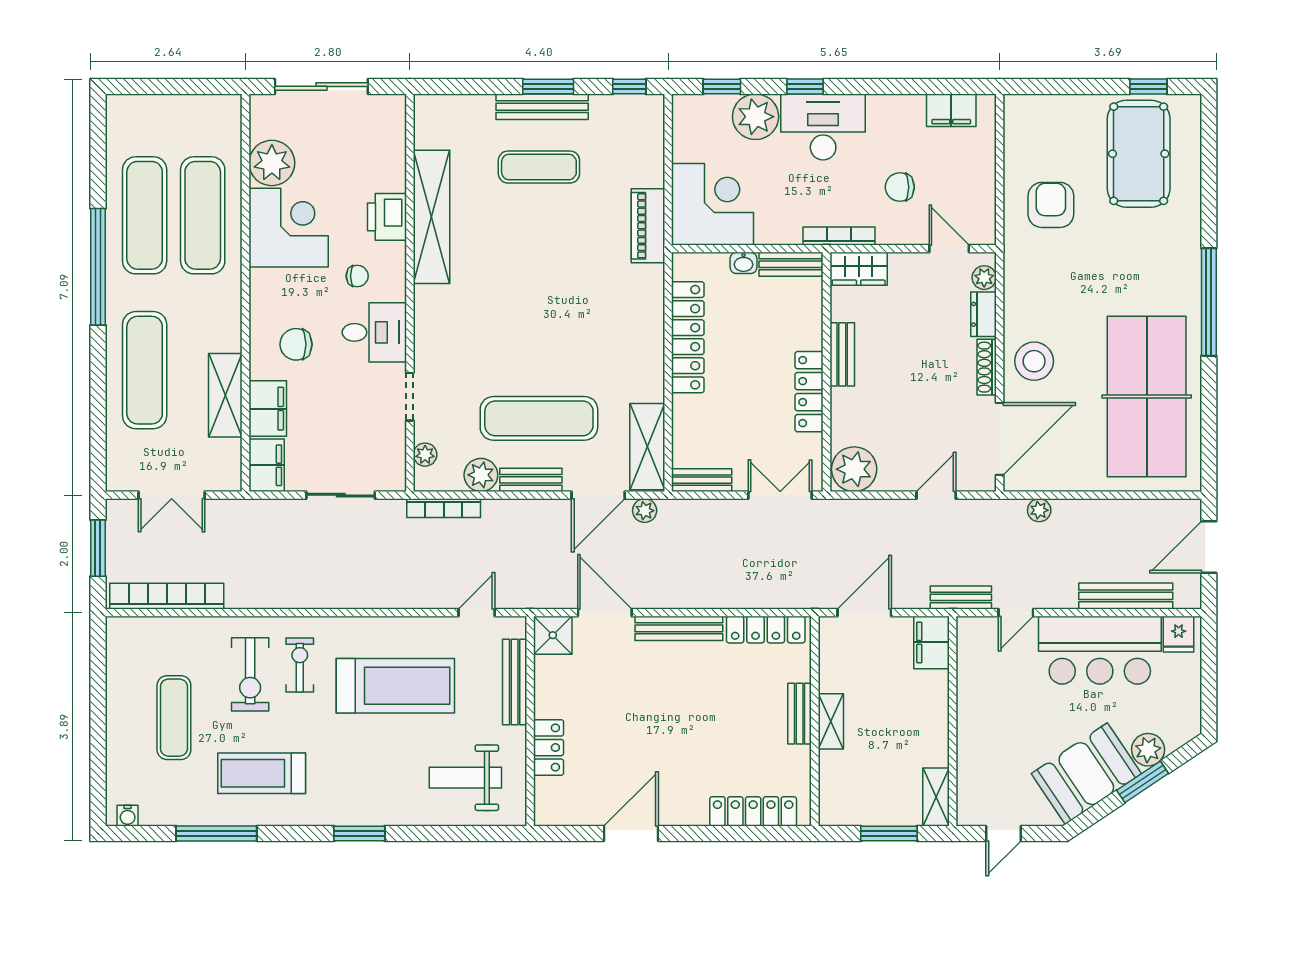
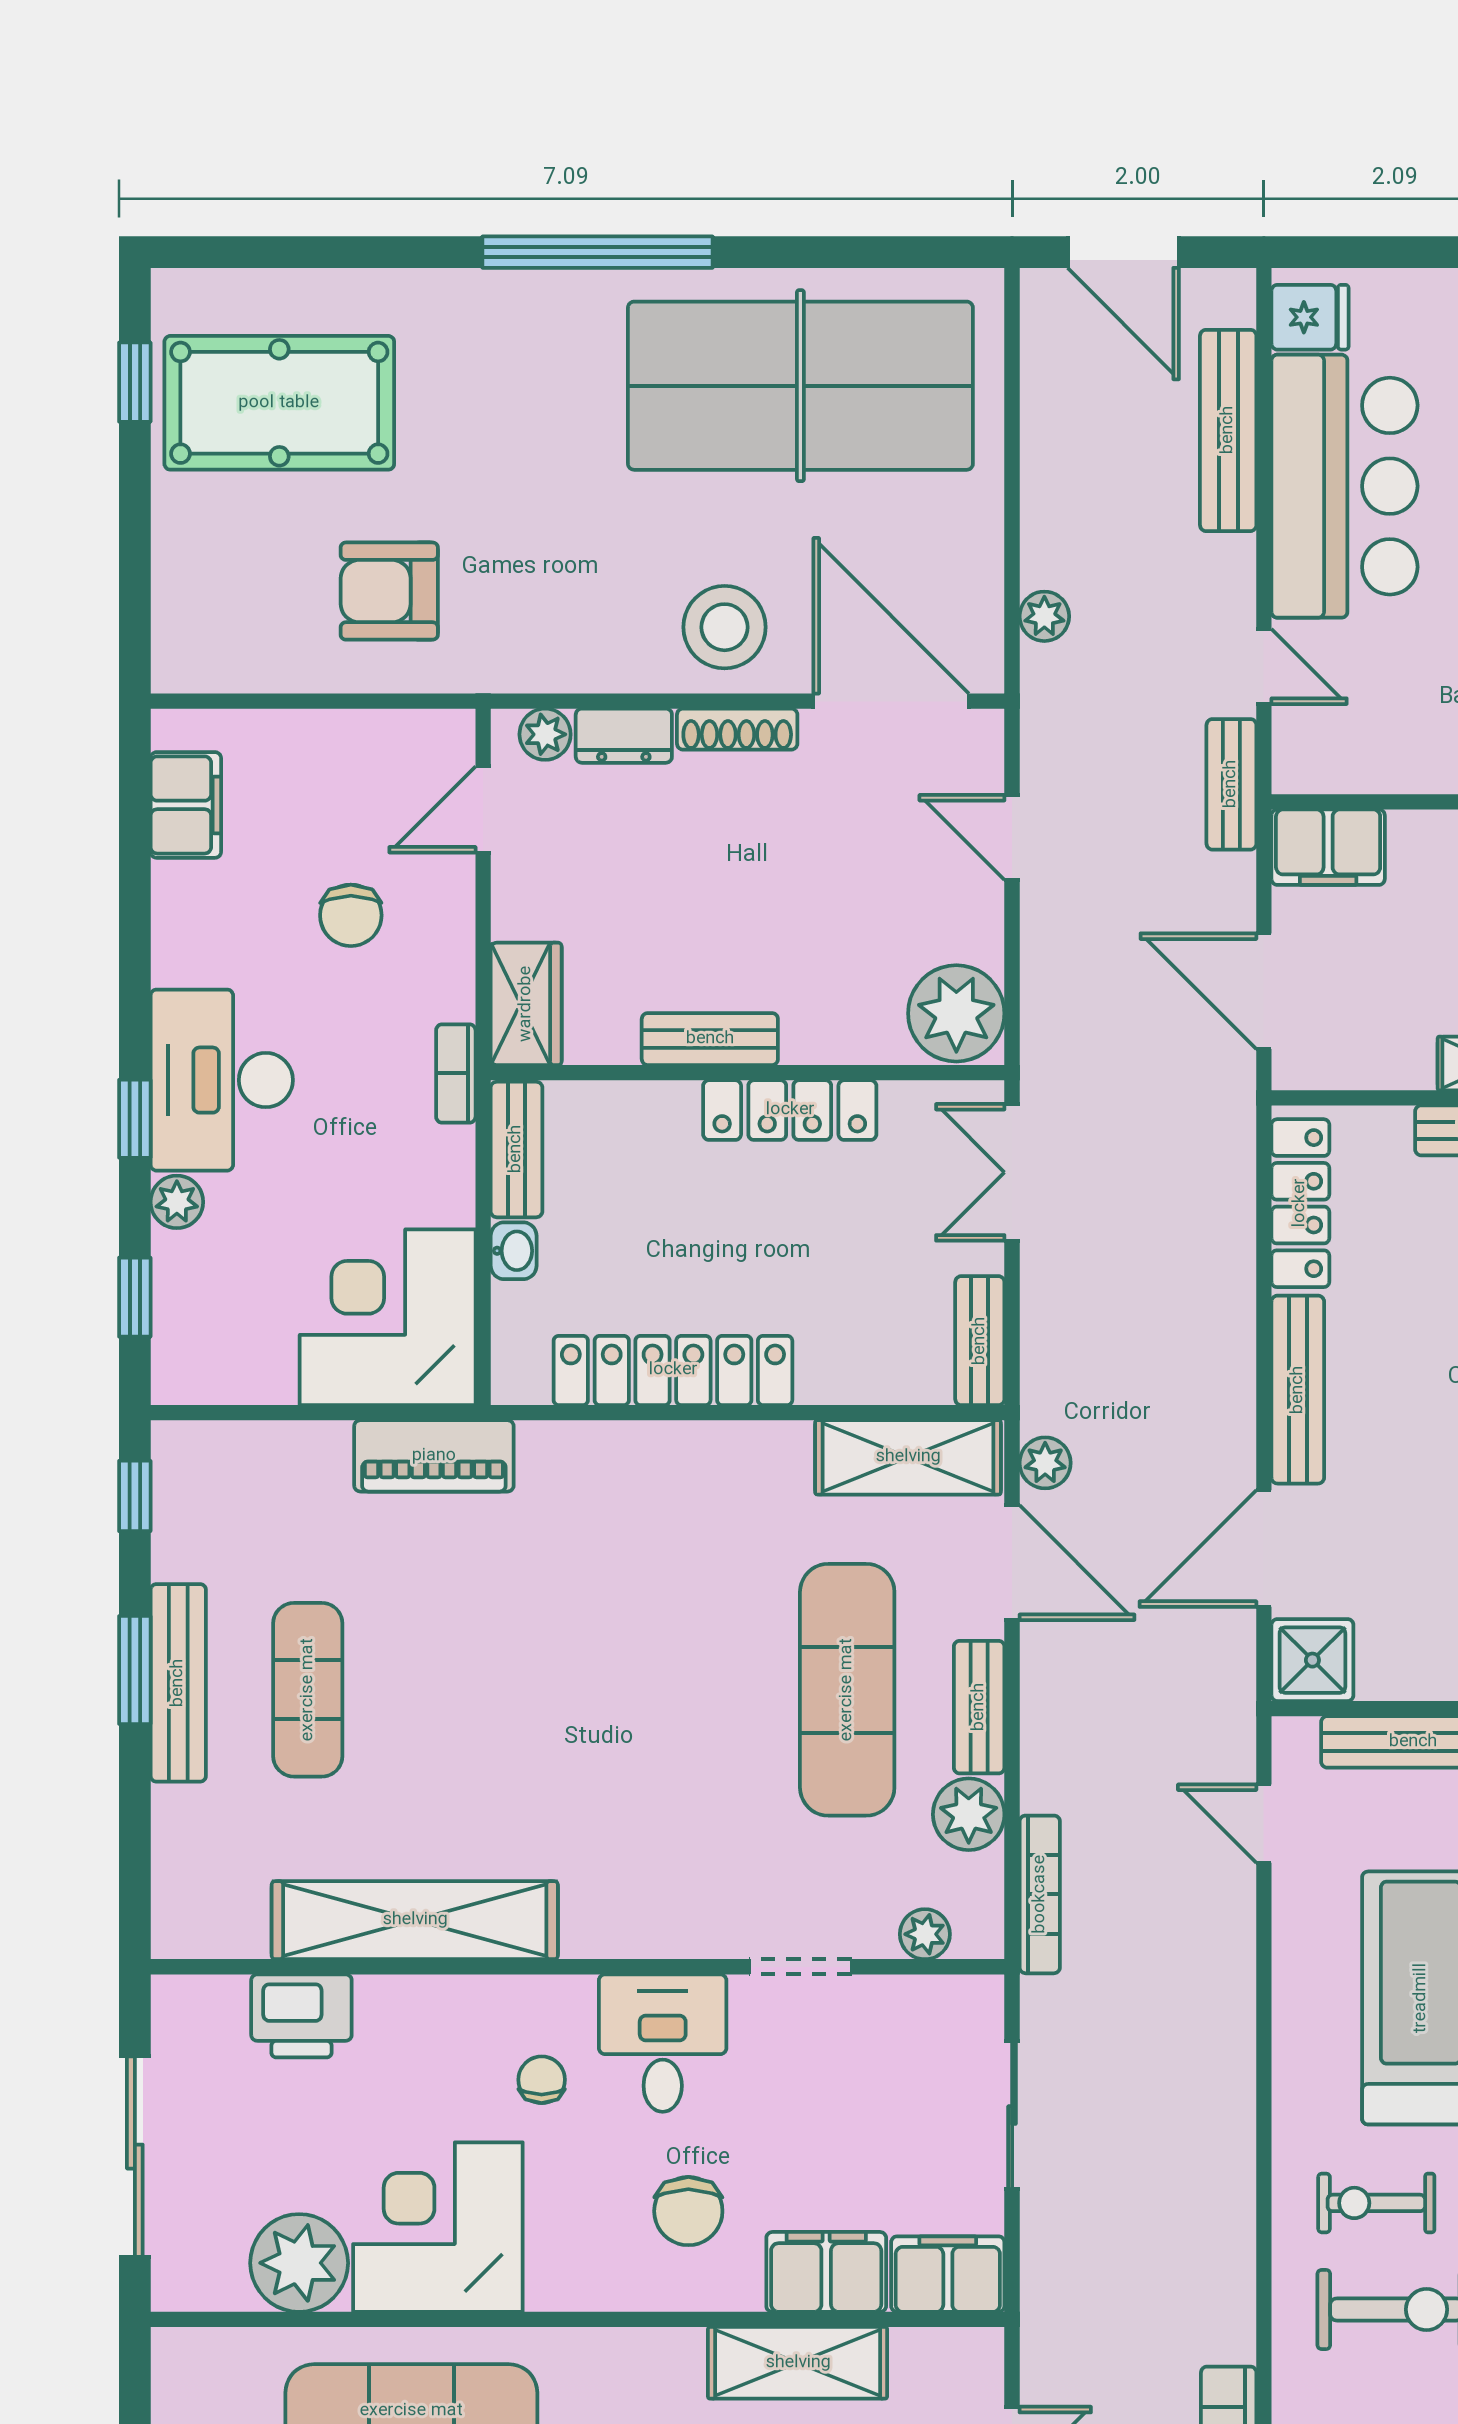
plant: (756, 117) -> (177, 1202), width x0.53, depth x0.53
printer: (387, 217) -> (301, 2016), moved
bookcase: (839, 236) -> (456, 1073), width x0.64

